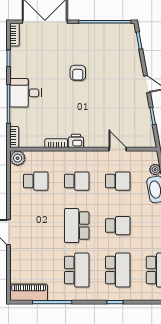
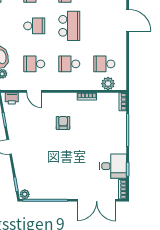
plant: (129, 29) -> (25, 194), added
armchair: (78, 73) -> (63, 123), moved
desk: (26, 93) -> (113, 166), moved
printer: (76, 141) -> (12, 98), moved
plant: (18, 158) -> (108, 84), moved
school desk: (118, 226) -> (34, 26), turned 180

